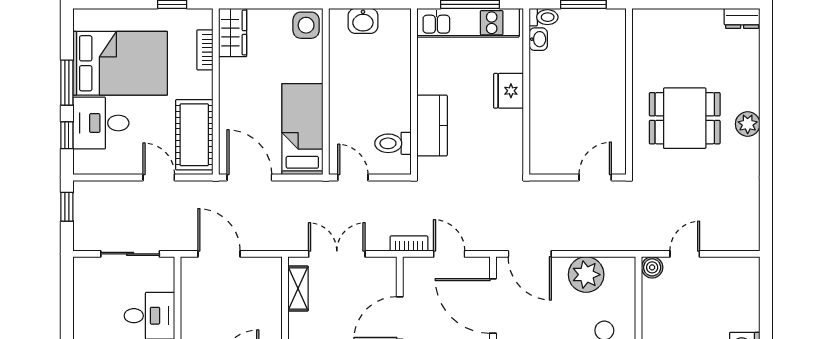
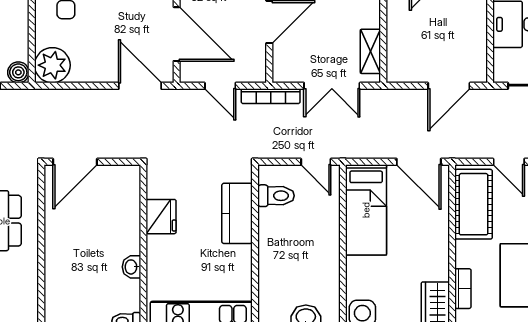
washbasin: (538, 39) -> (131, 267), moved
fridge: (509, 91) -> (161, 217), moved
door: (595, 177) -> (75, 162), width x1.38
bookcase: (409, 243) -> (271, 96), width x1.56
door: (219, 254) -> (449, 86), hinge flipped
plant: (586, 275) -> (52, 65), moved

